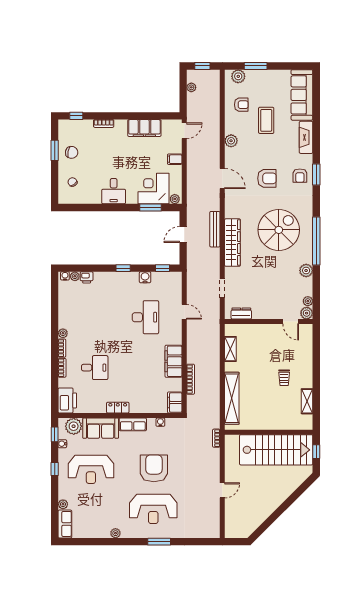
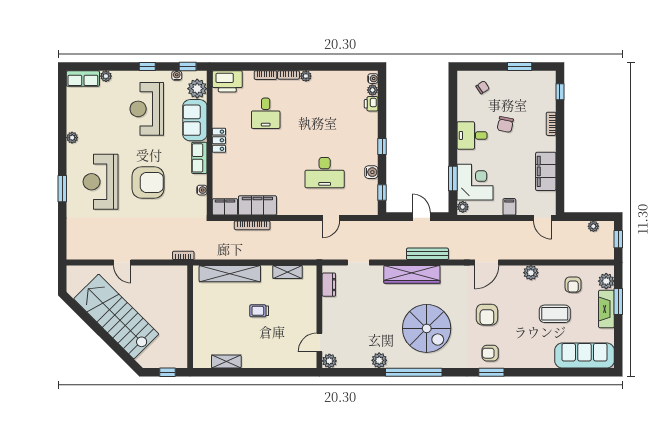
fireplace: (306, 137) -> (606, 309), moved, turned -90
chair: (72, 152) -> (505, 124), moved
plant: (308, 301) -> (343, 362), removed
filing cabinet: (174, 361) -> (257, 205), moved
trolley: (284, 378) -> (259, 311), moved
stairs: (276, 450) -> (116, 316), moved, turned 135

